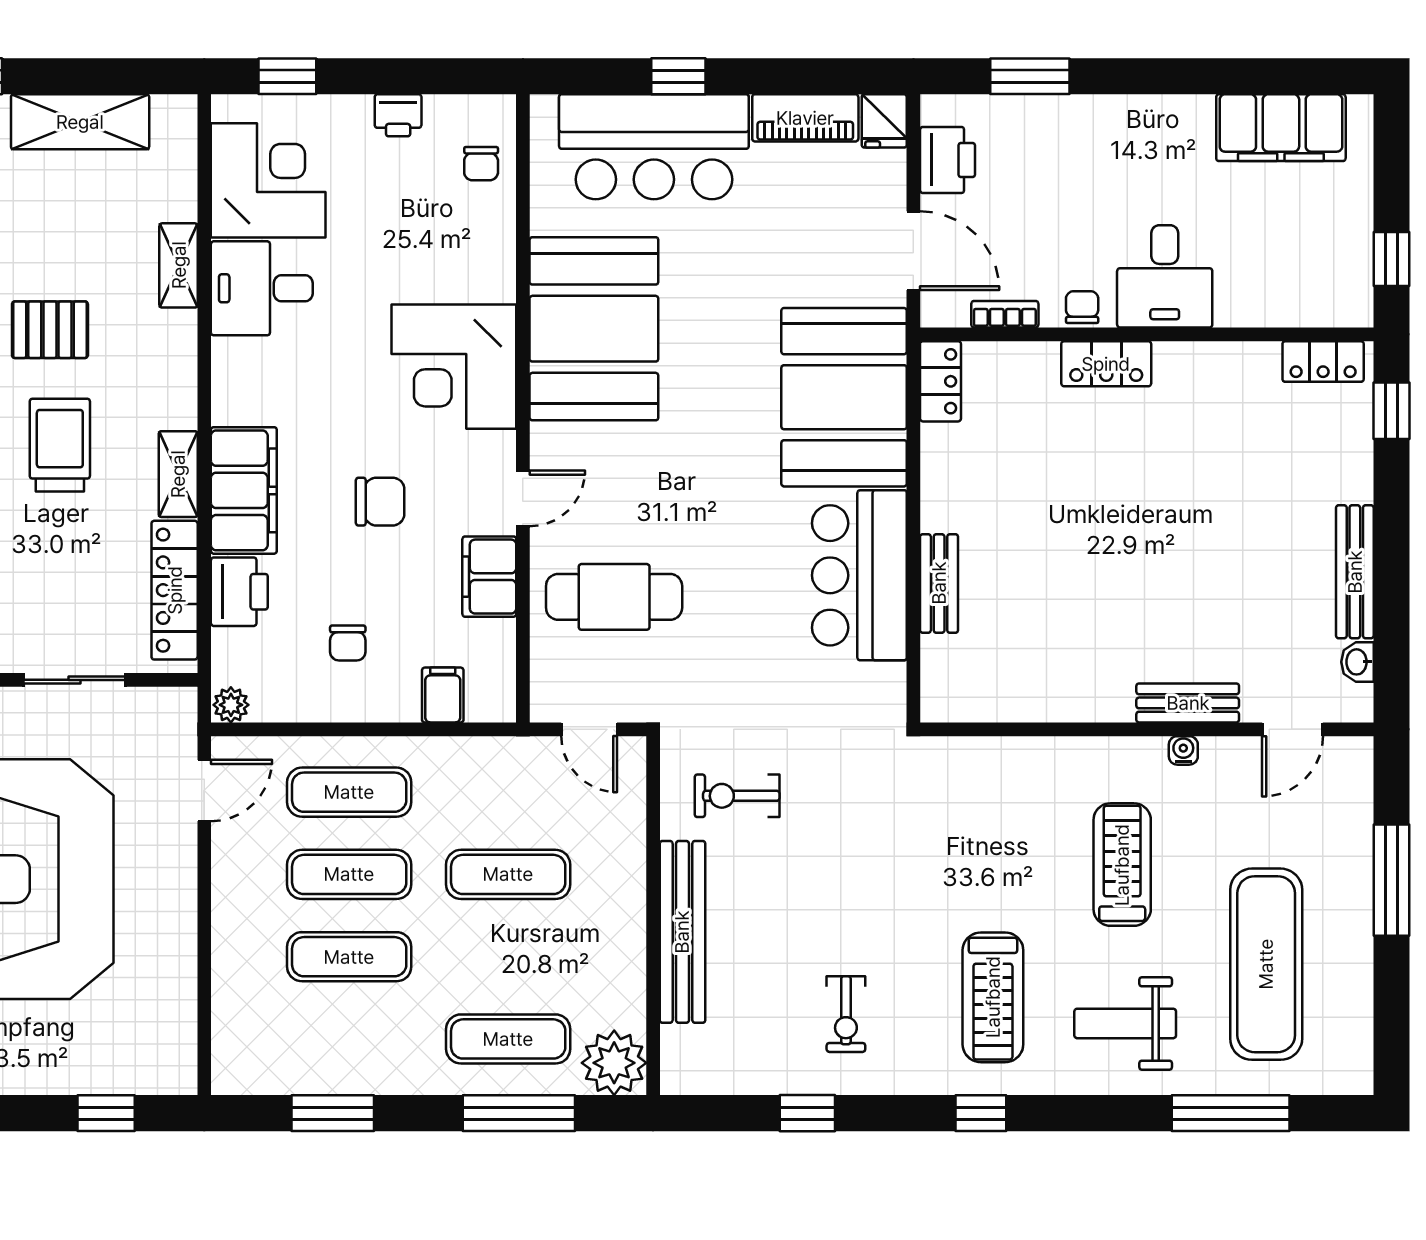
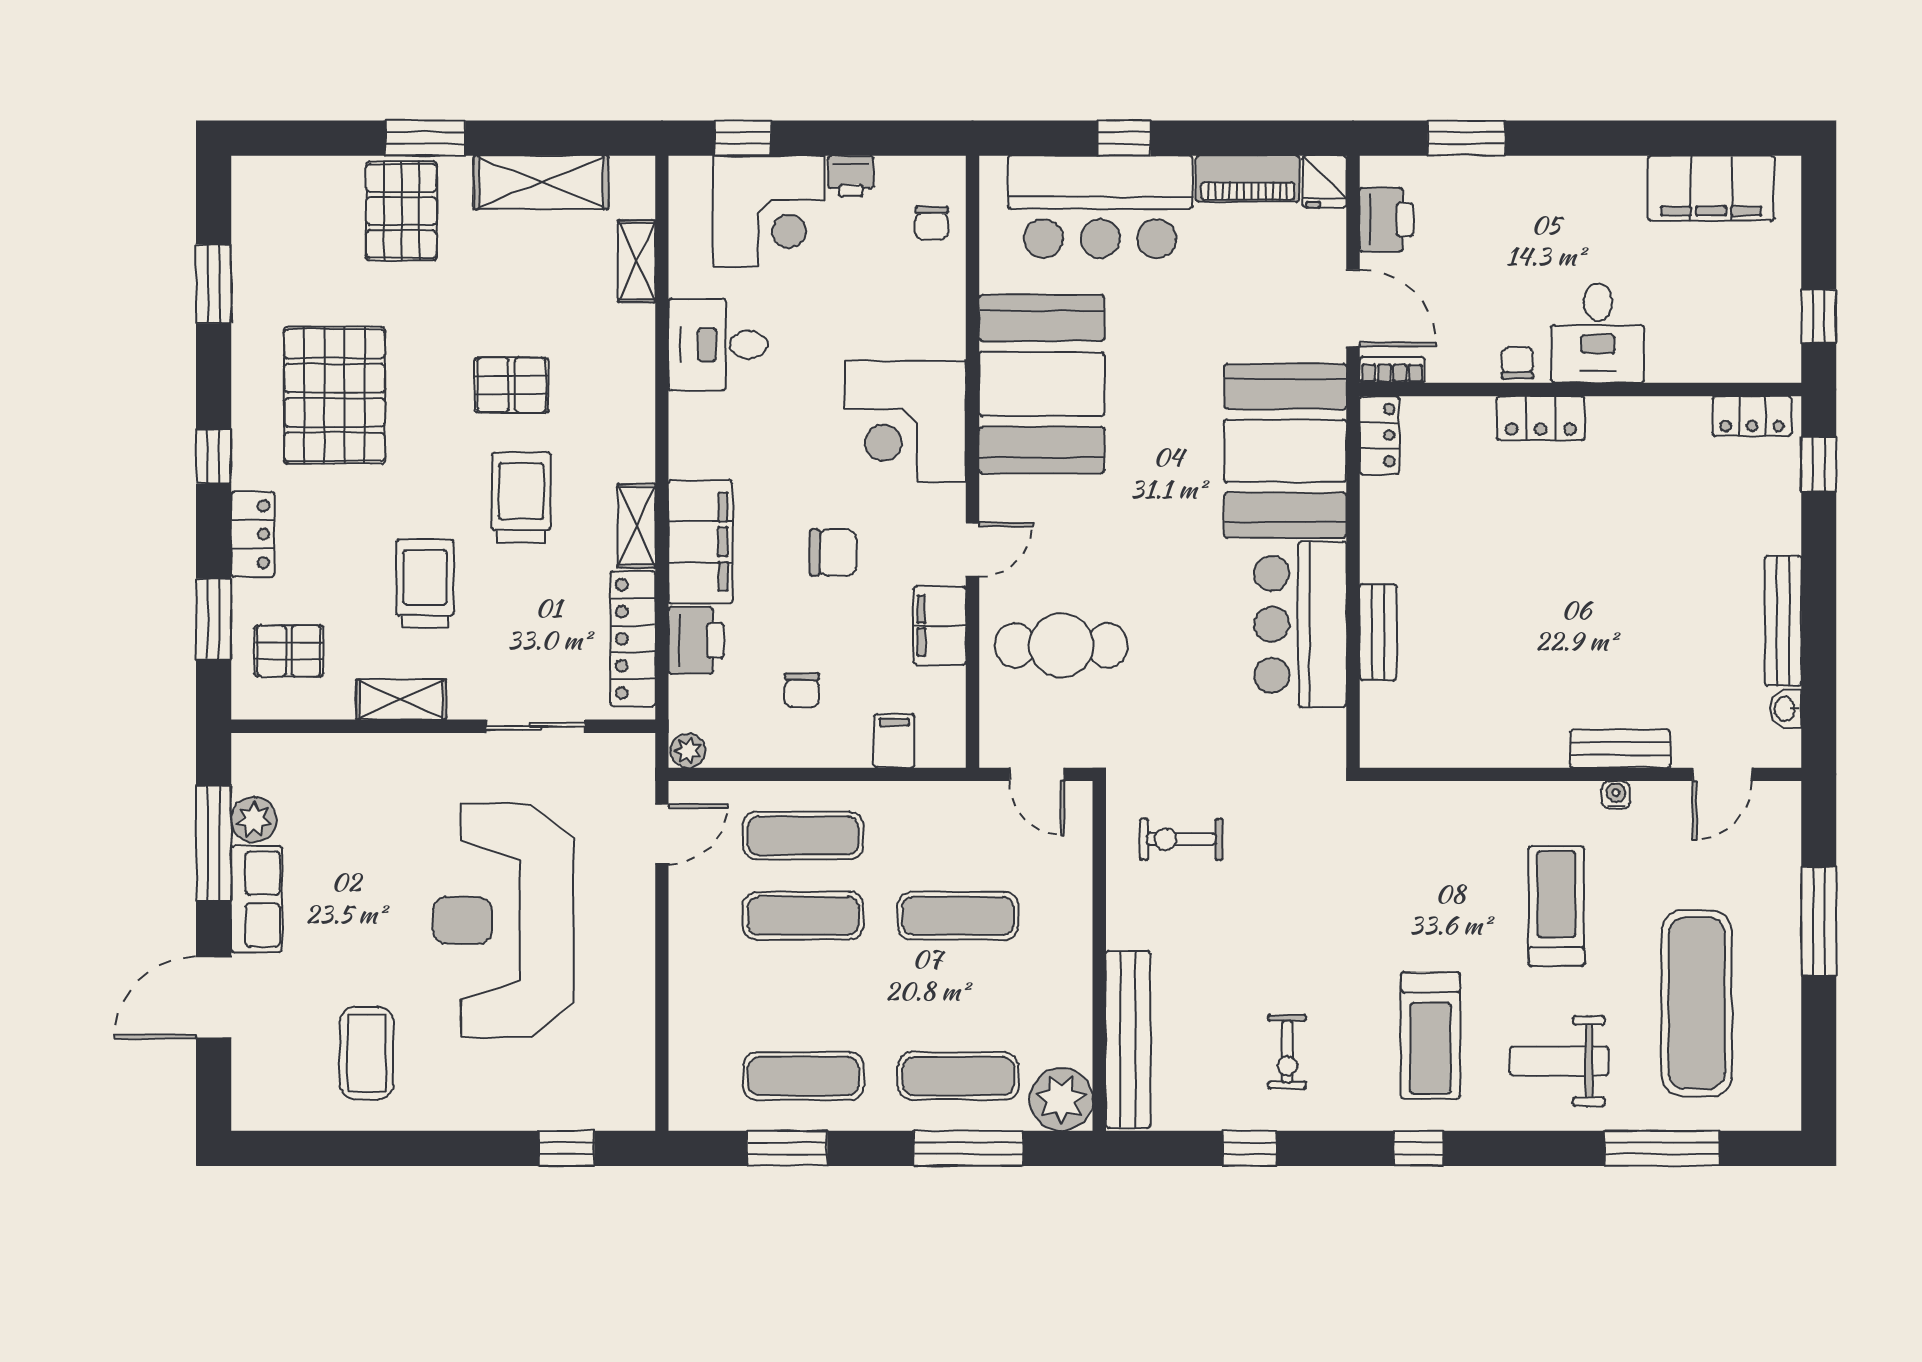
corner desk: (268, 180) -> (769, 211), moved, turned 90
shelving: (179, 265) -> (637, 261), moved
bookcase: (1005, 314) -> (1392, 370), moved
bench: (682, 932) -> (1128, 1039), moved
exercise mat: (349, 957) -> (803, 1076), moved

